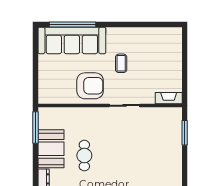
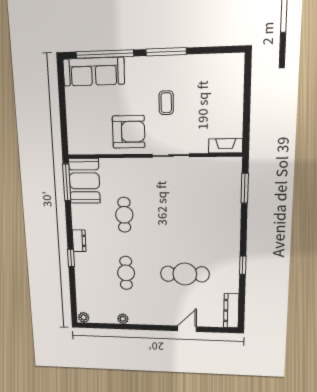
window: (121, 24) -> (166, 52), added
sofa: (72, 40) -> (94, 72), width x0.74, depth x0.79
booth: (51, 149) -> (84, 181), moved

